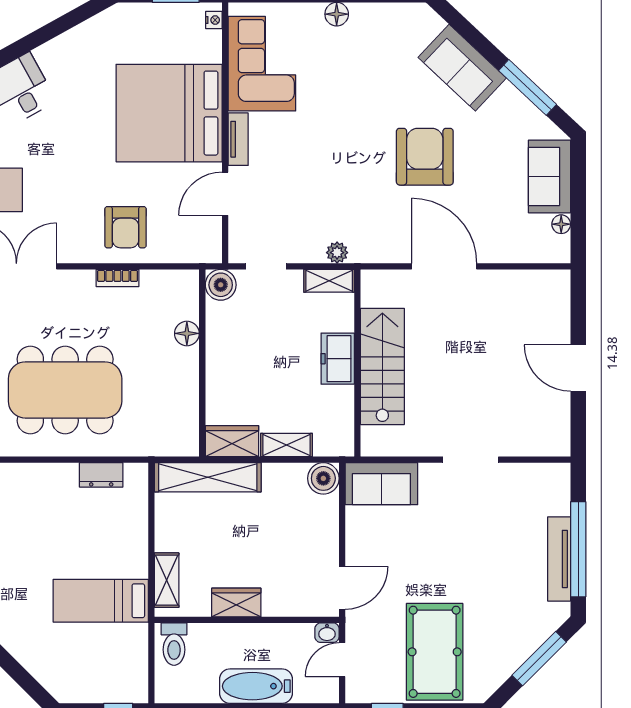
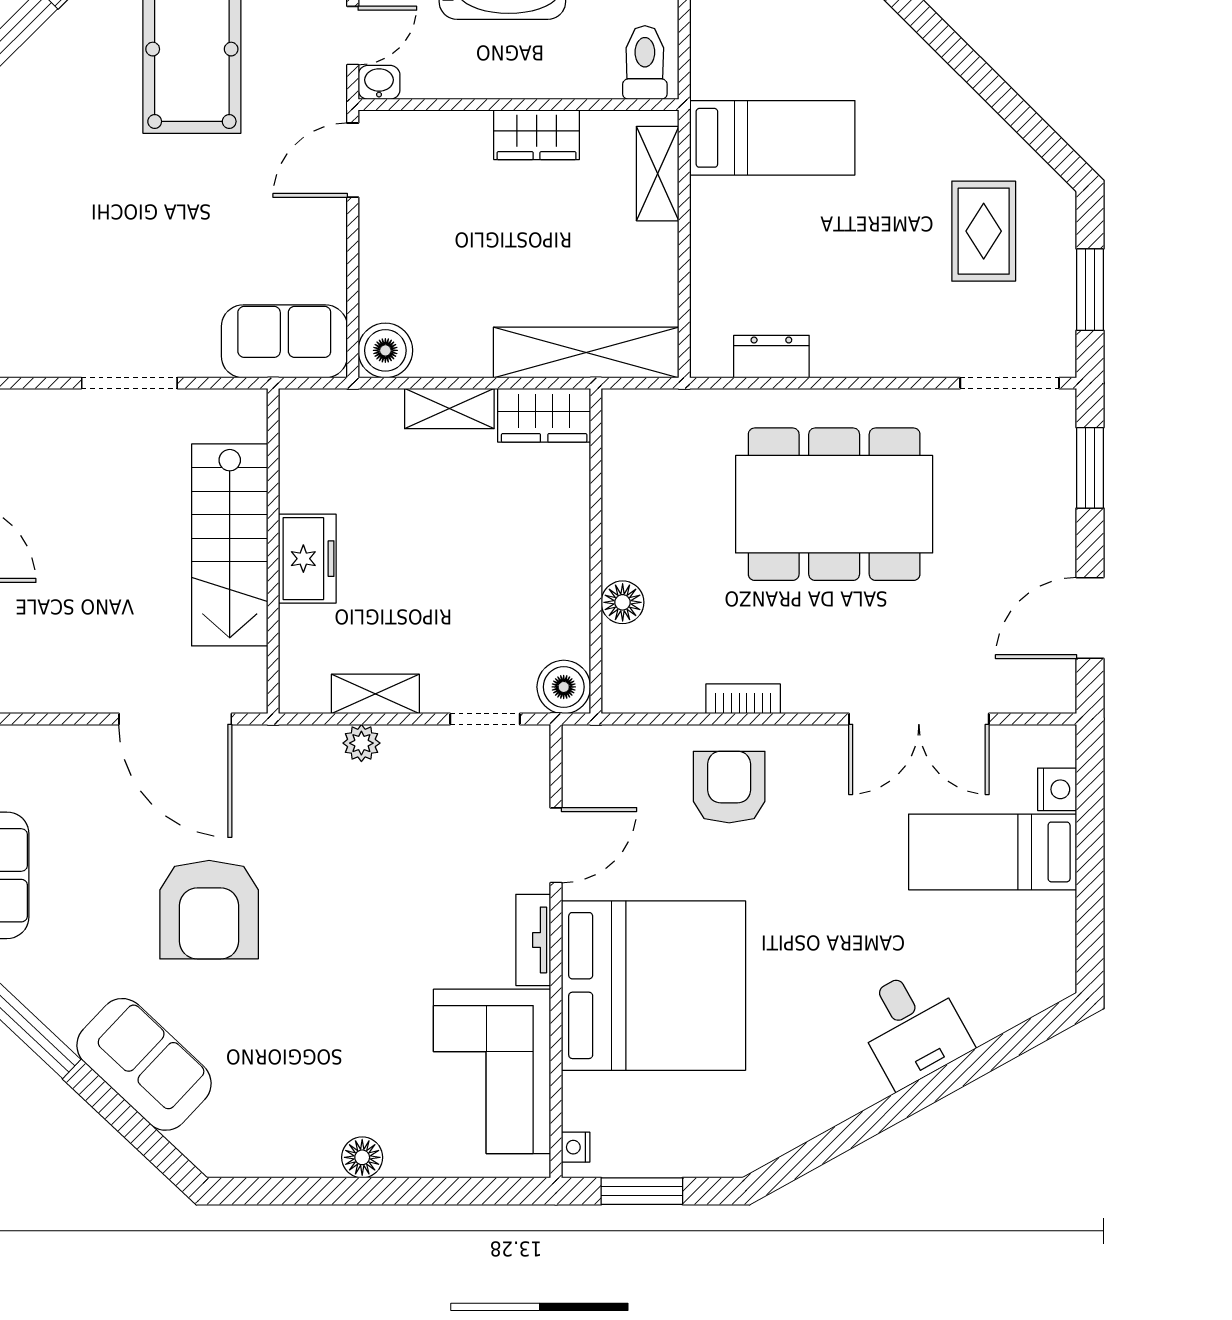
freezer: (338, 359) -> (307, 559), moved
wall: (357, 363) -> (273, 551), moved
stairs: (382, 366) -> (230, 545), moved

